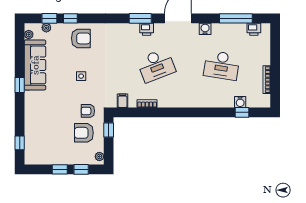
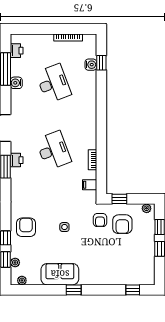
water cooler: (205, 29) -> (16, 83), moved
sofa: (35, 65) -> (60, 274), width x0.73
desk: (222, 65) -> (53, 84), turned -30

